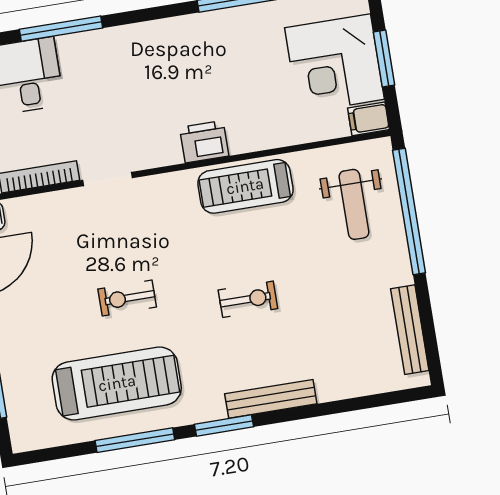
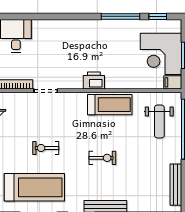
window: (61, 29) -> (35, 16), removed
treadmill: (245, 186) -> (110, 105), turned 180

